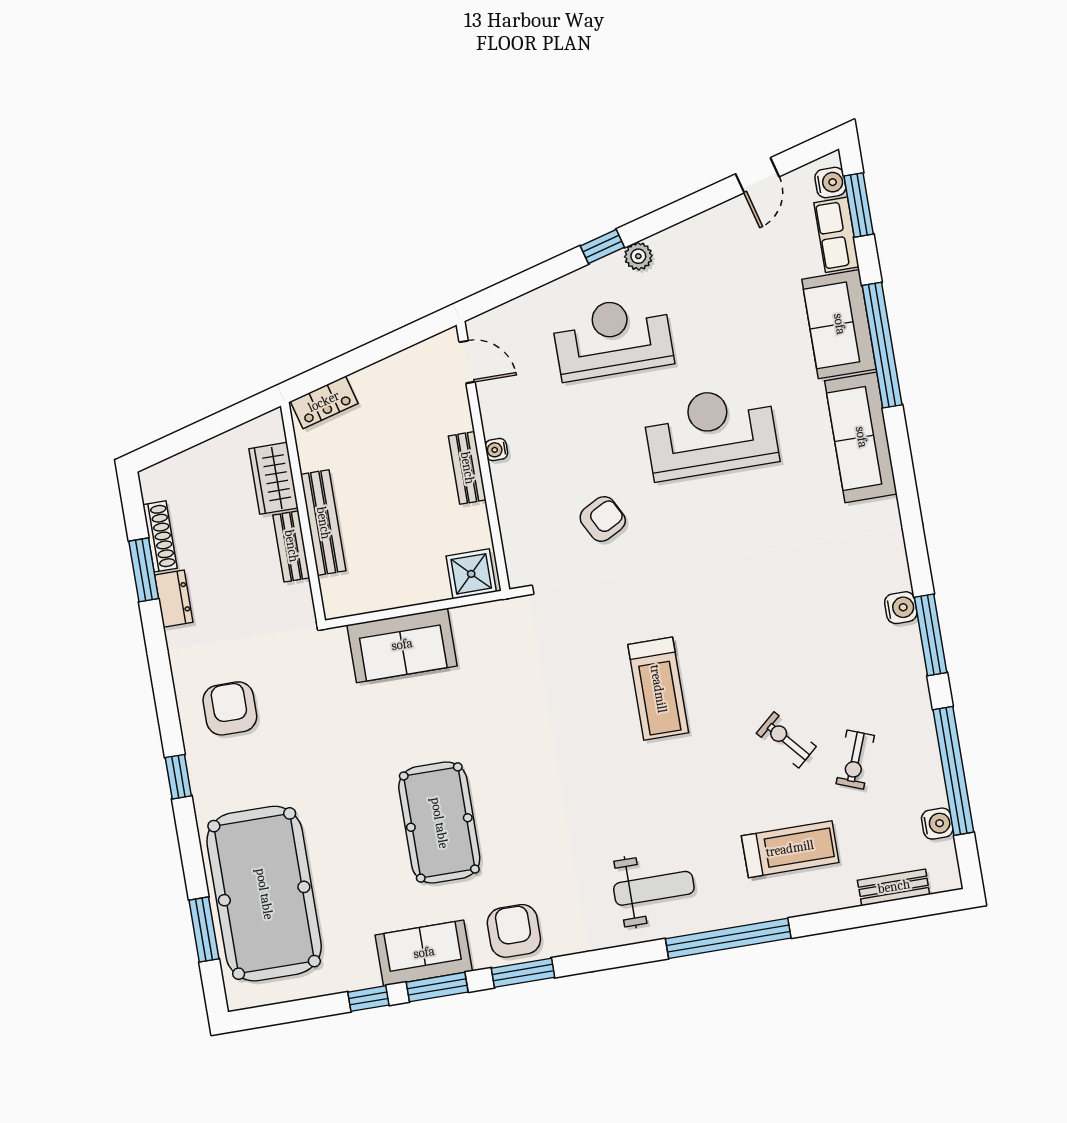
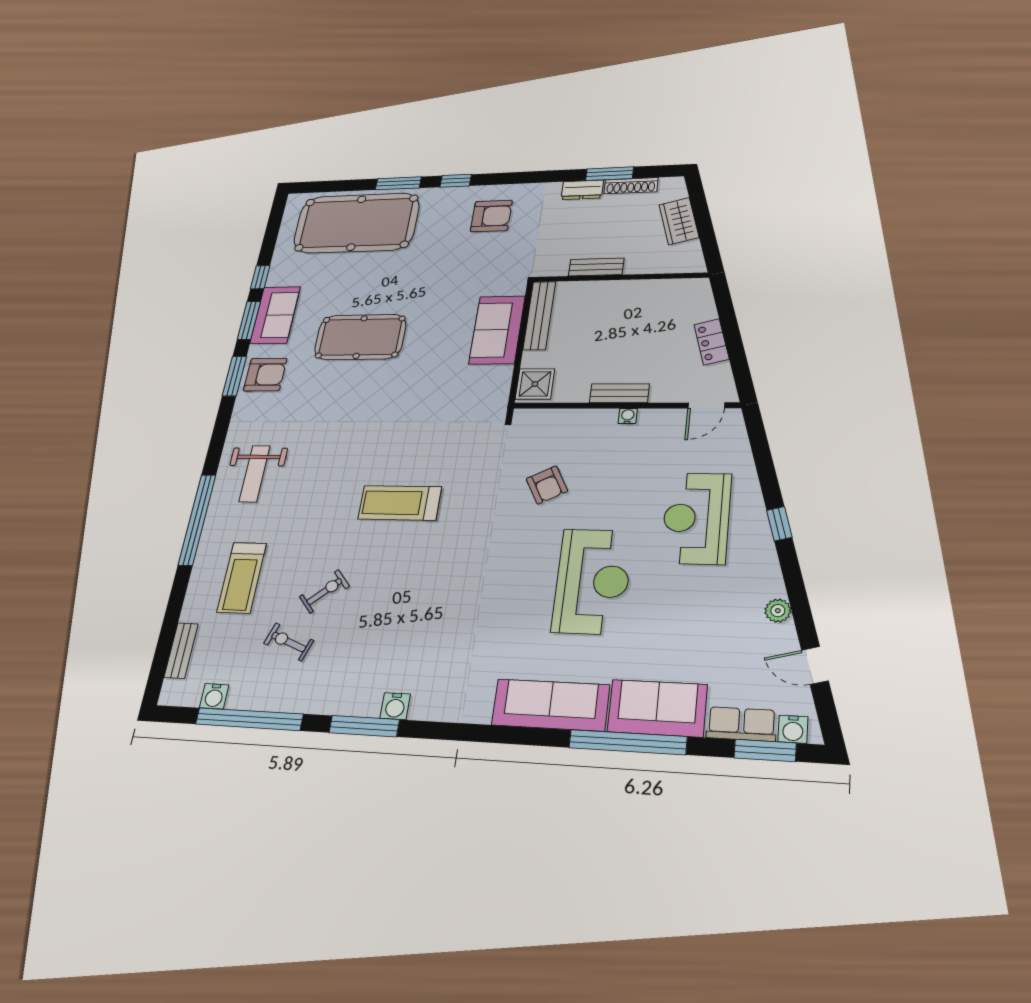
plant: (638, 256) -> (778, 611), moved
reception desk: (613, 338) -> (696, 518), turned 180
locker: (324, 402) -> (712, 342), moved
wardrobe: (274, 478) -> (679, 221), moved, turned -105
bench: (323, 523) -> (539, 315), moved, turned 90
window: (204, 929) -> (398, 183), moved

